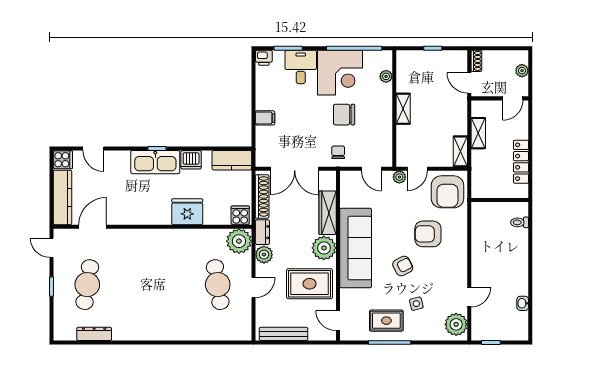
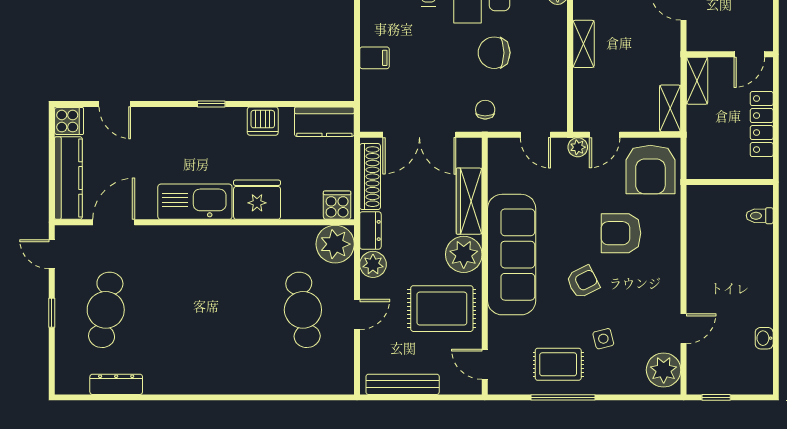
wall: (500, 98) -> (730, 54), moved
door: (513, 98) -> (749, 54), moved
kitchen sink: (155, 162) -> (195, 202), moved, turned 180

